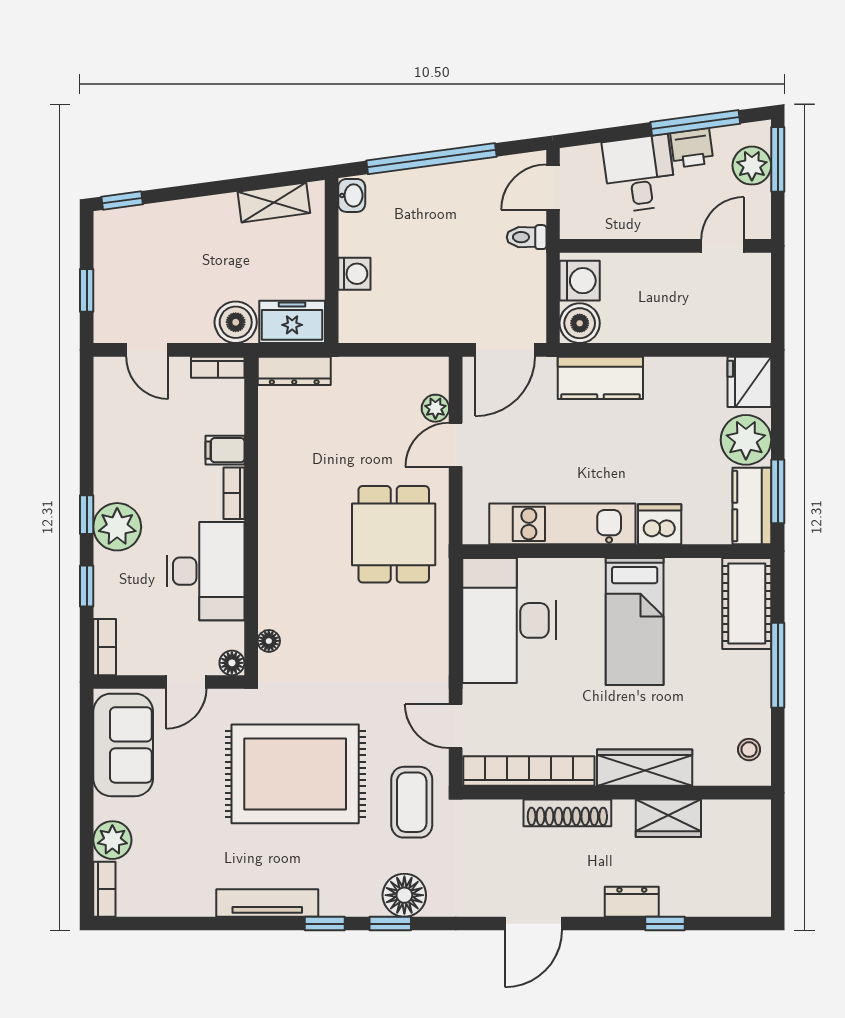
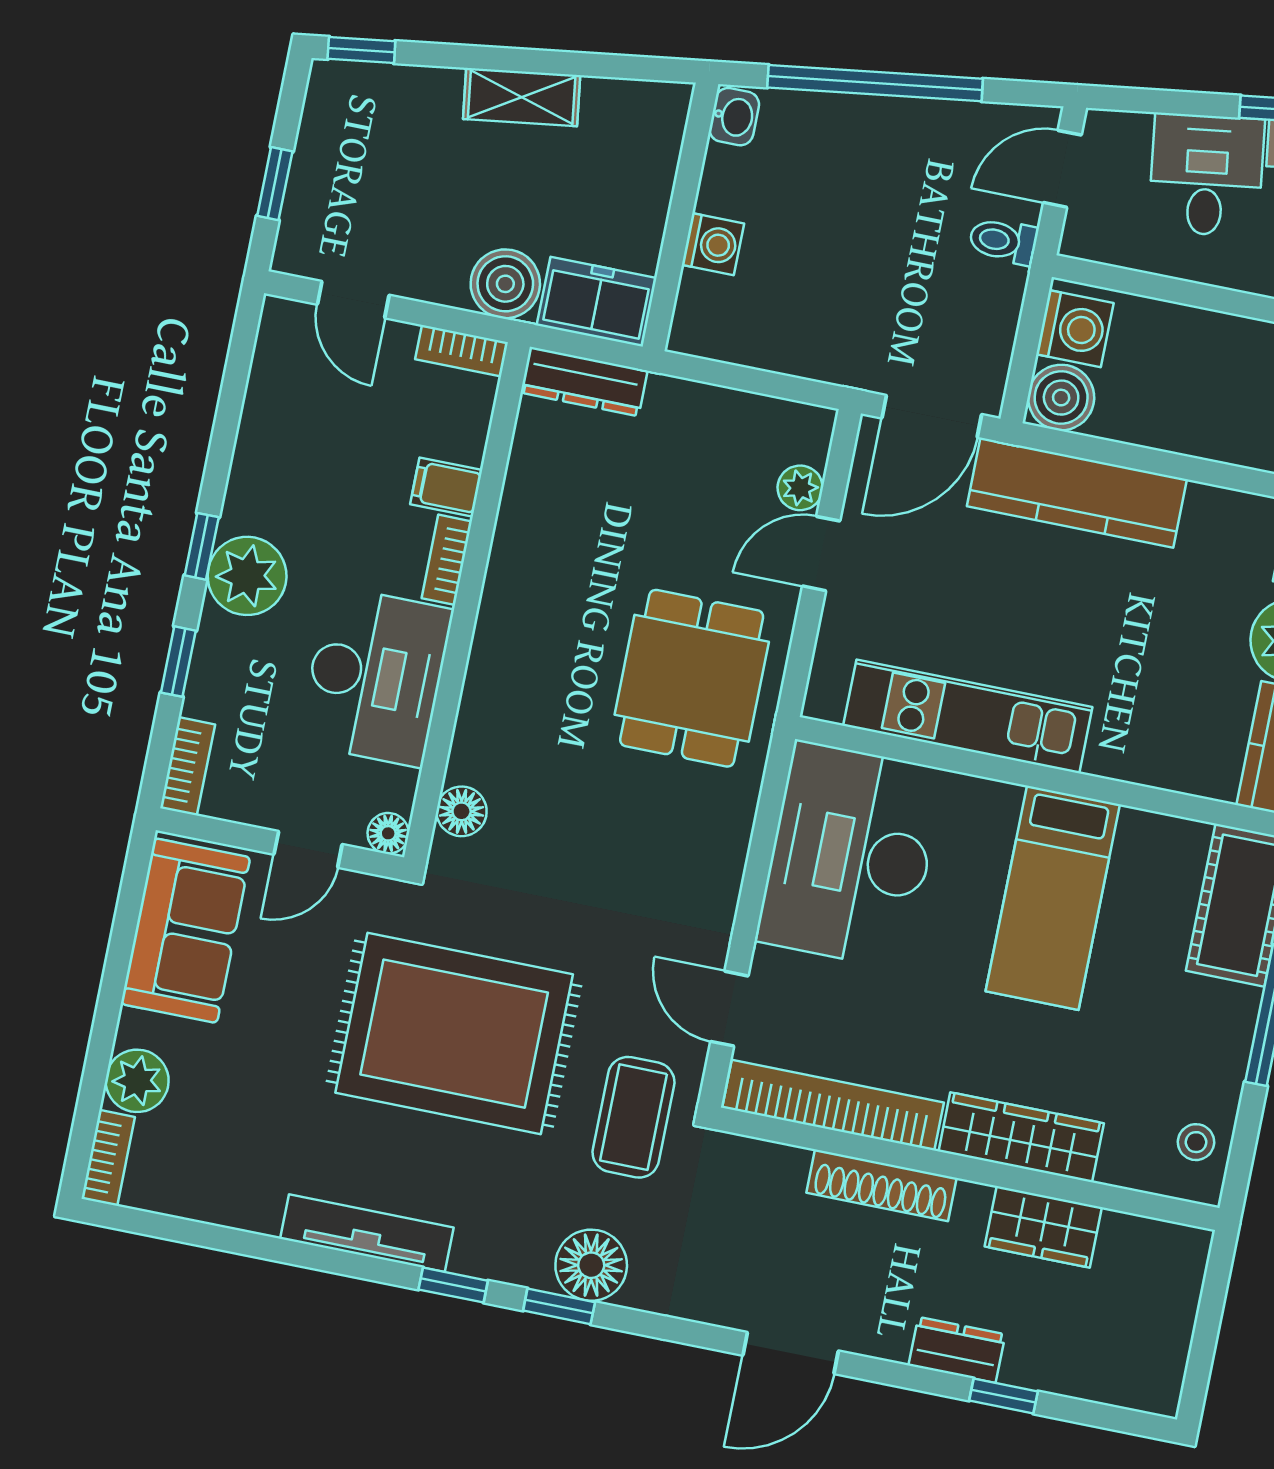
shelving: (274, 202) -> (522, 97), moved
kitchen counter: (600, 378) -> (1077, 493), width x1.50
dishwasher: (660, 524) -> (1125, 749), removed
floor lamp: (269, 641) -> (462, 811), width x1.37, depth x1.37

